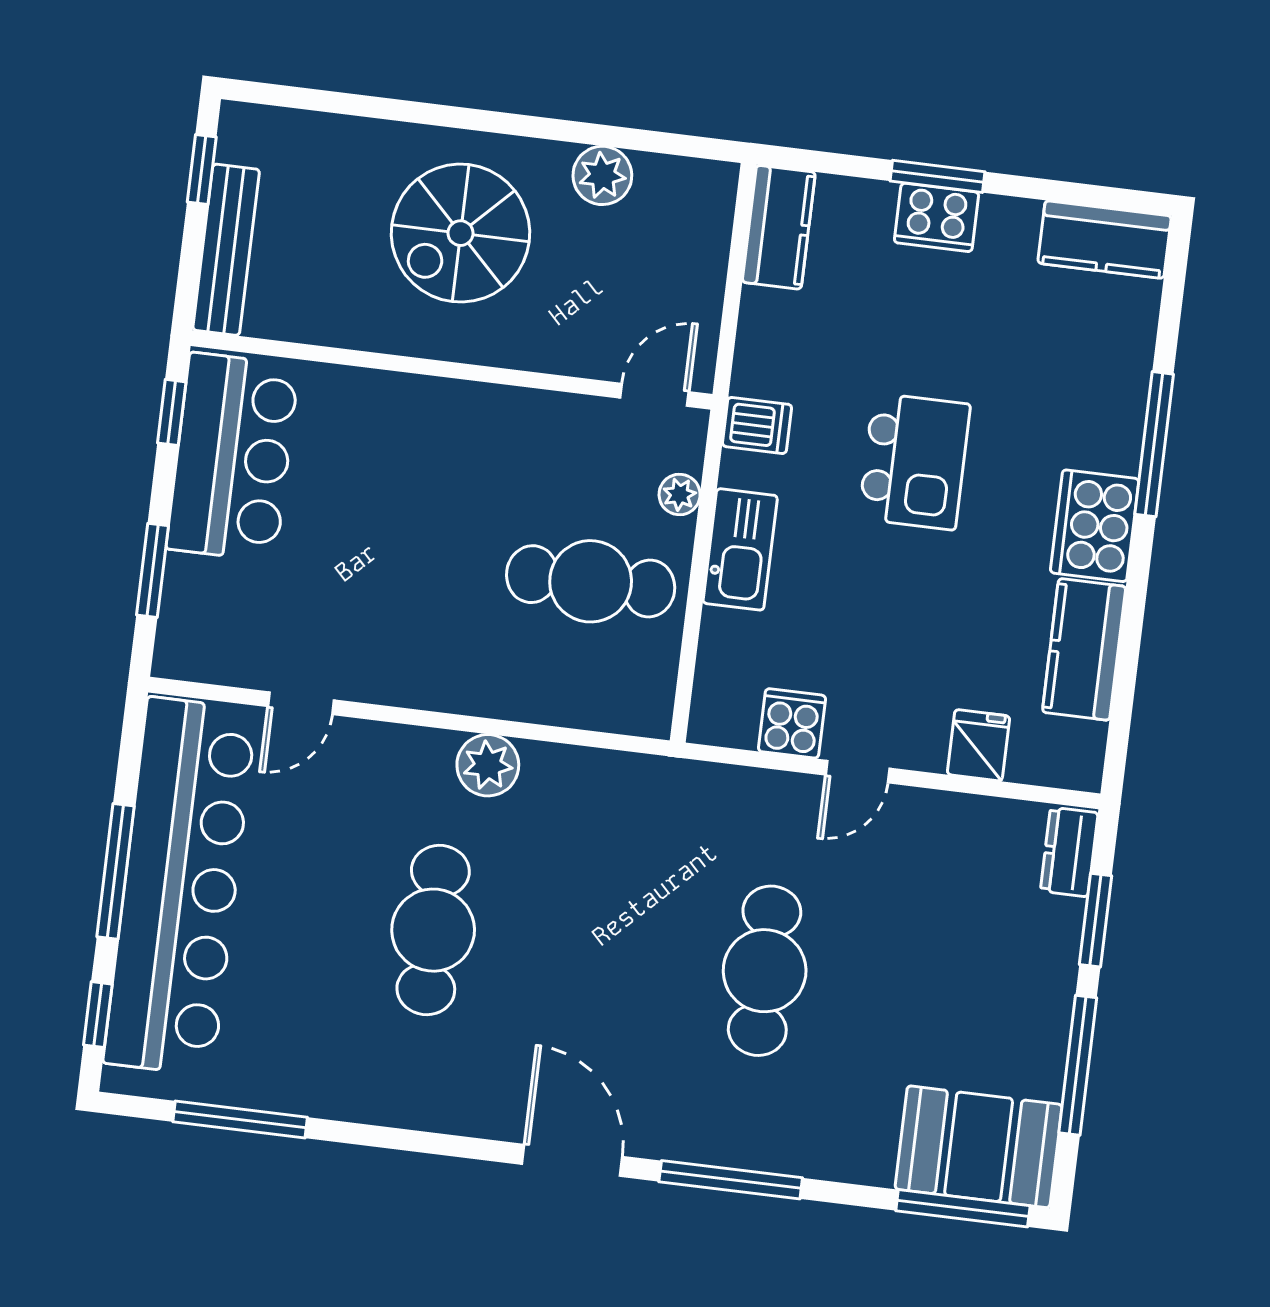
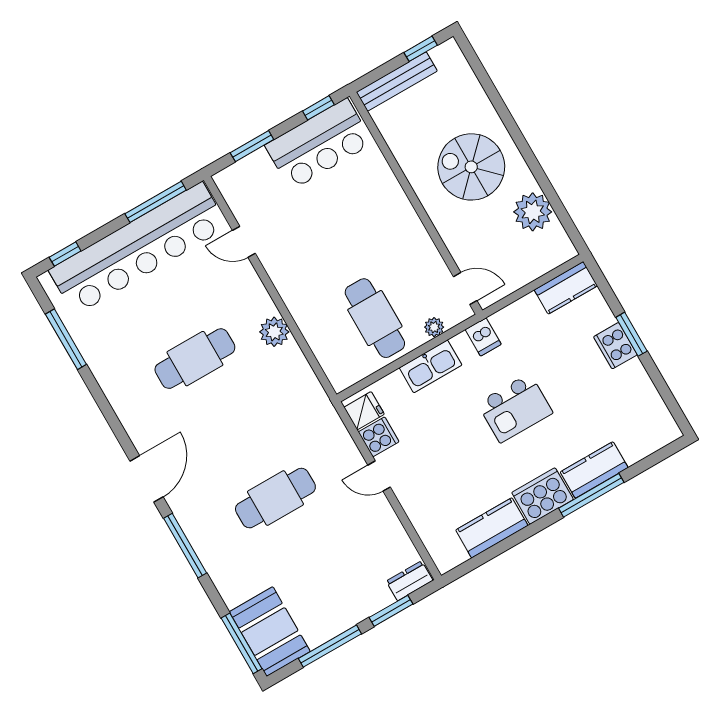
plant: (602, 175) -> (533, 212), width x1.36, depth x1.36
kitchen counter: (1105, 240) -> (594, 470), moved, turned 90
fridge: (978, 745) -> (364, 411), moved
window: (115, 871) -> (156, 202), moved

